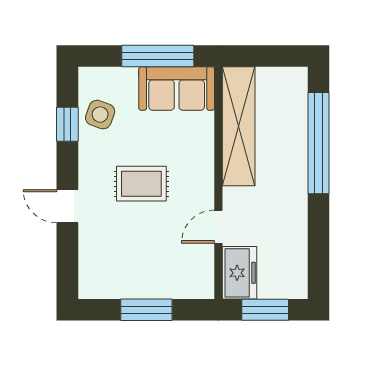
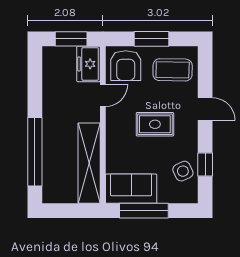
side table: (100, 115) -> (183, 171), turned 45
coffee table: (115, 264) -> (173, 70), added
armchair: (184, 270) -> (126, 66), added

